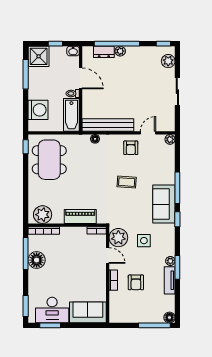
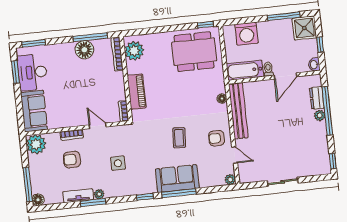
plant: (168, 61) -> (314, 168), removed
sofa: (164, 204) -> (177, 179), moved
plant: (118, 238) -> (36, 144), moved
door: (108, 256) -> (98, 126), swing flipped

